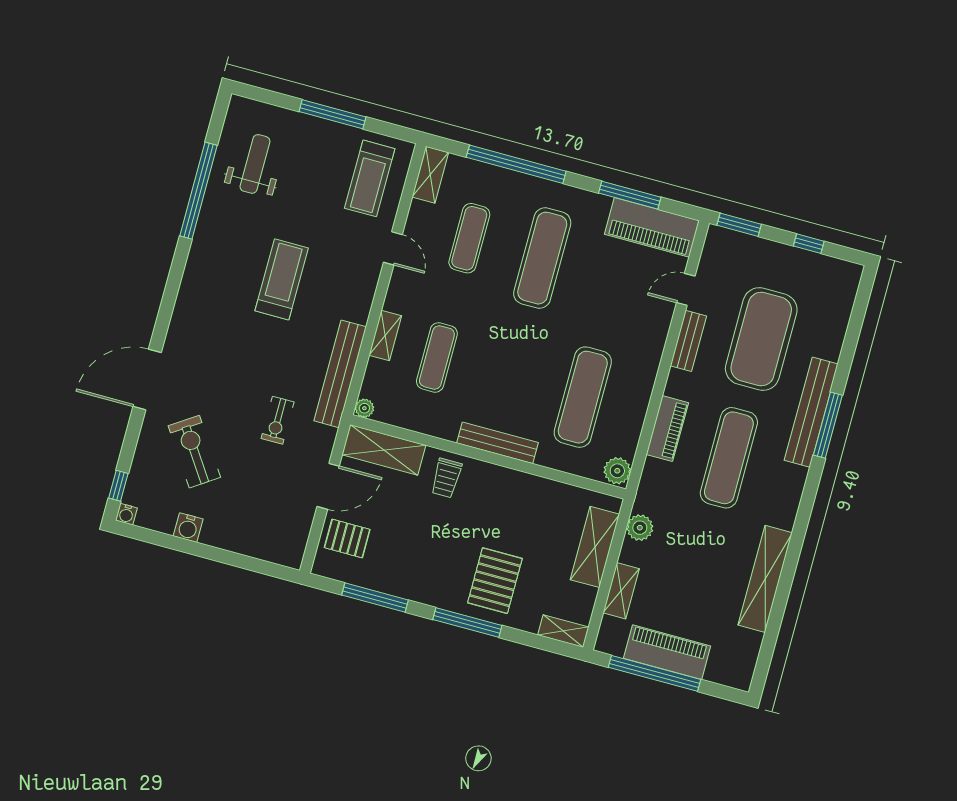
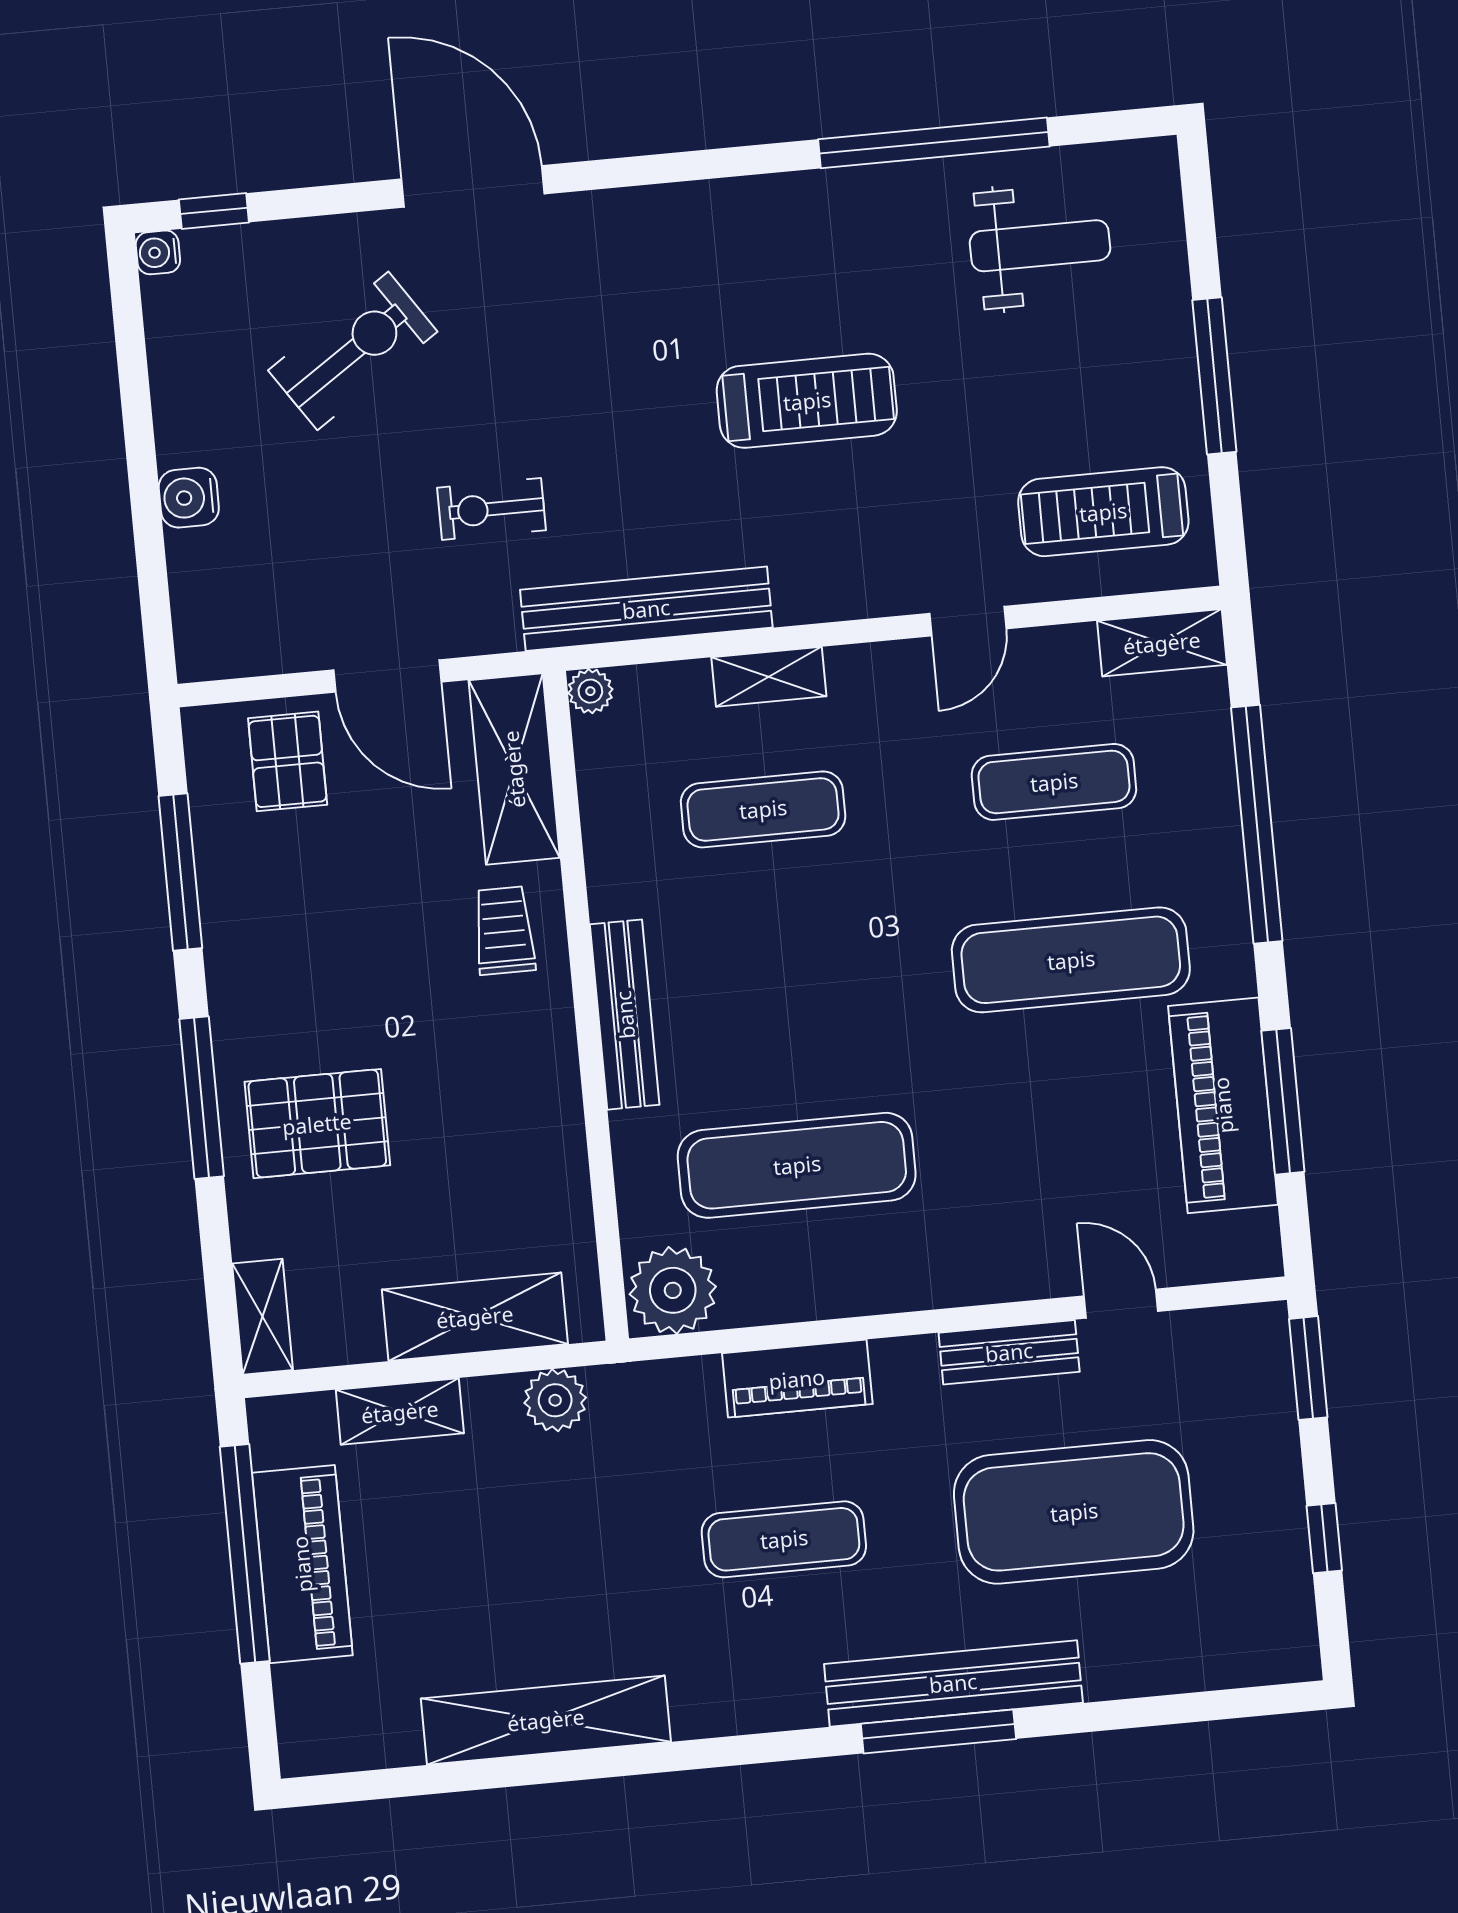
piano: (652, 227) -> (1223, 1105), moved
exercise mat: (729, 458) -> (784, 1539), width x0.73, depth x0.69
plant: (617, 471) -> (673, 1290), width x1.36, depth x1.36
trolley: (446, 478) -> (504, 931), turned 90
water cooler: (188, 528) -> (189, 498), moved

